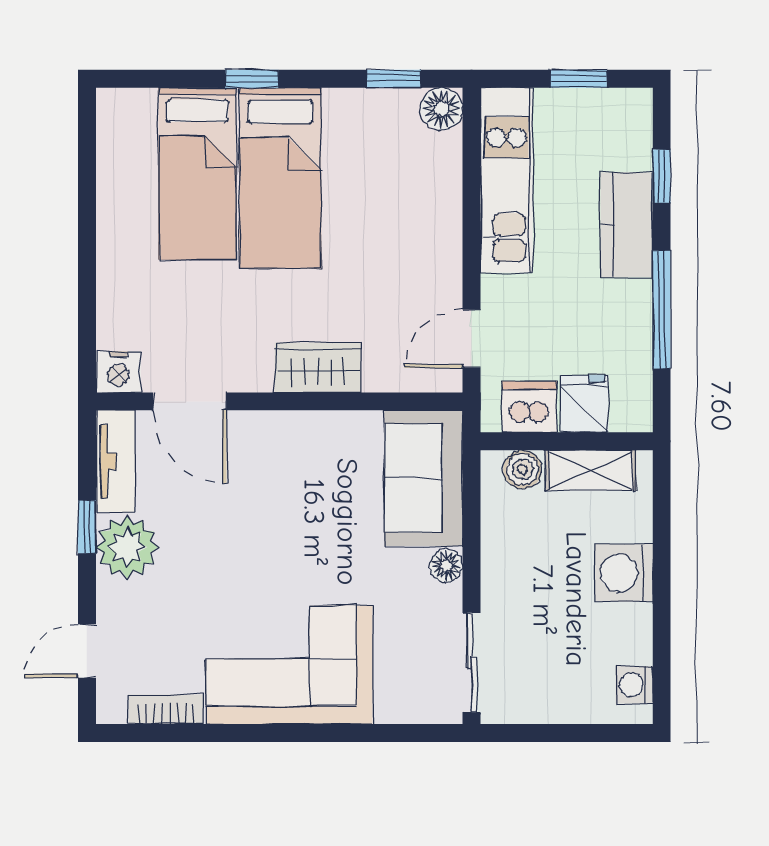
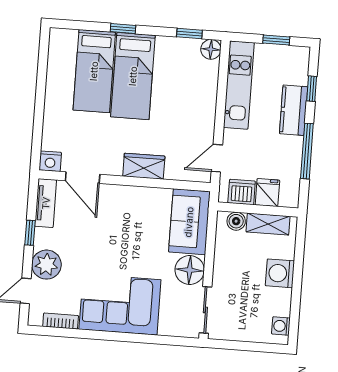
plant: (127, 547) -> (46, 265), moved
floor lamp: (446, 566) -> (190, 270), width x1.89, depth x1.89

